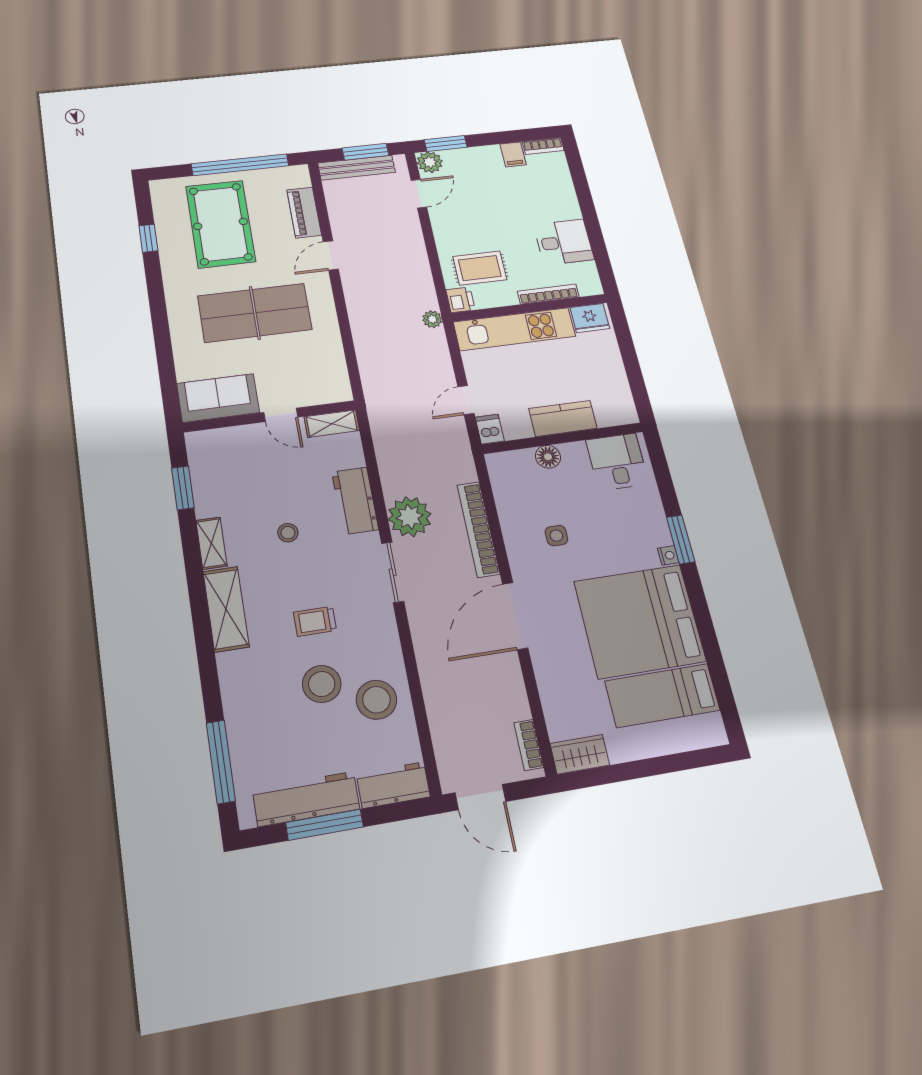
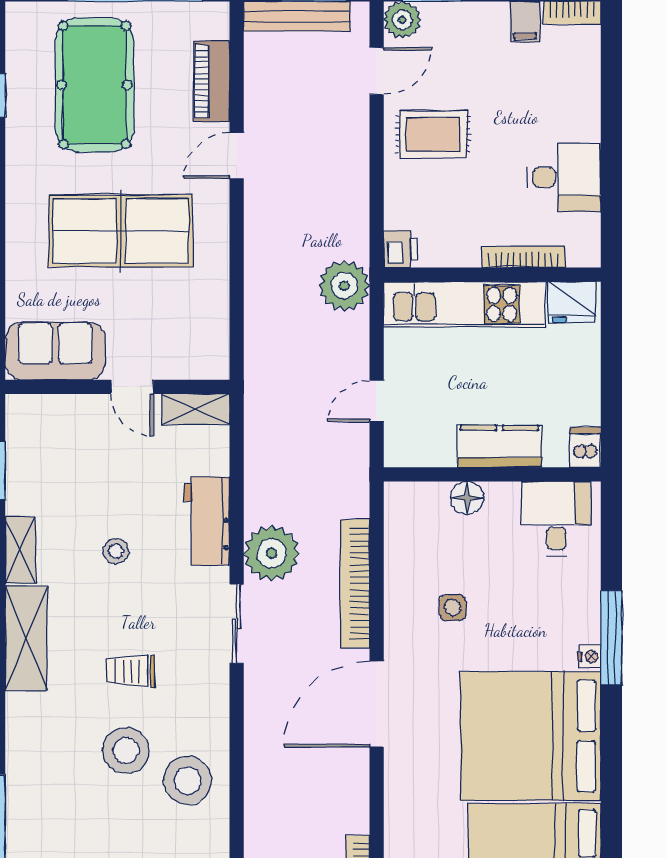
rug: (480, 268) -> (433, 134), moved
plant: (432, 319) -> (344, 286), width x1.87, depth x1.87
dishwasher: (490, 429) -> (585, 447), moved
window: (681, 539) -> (611, 638), width x1.44

